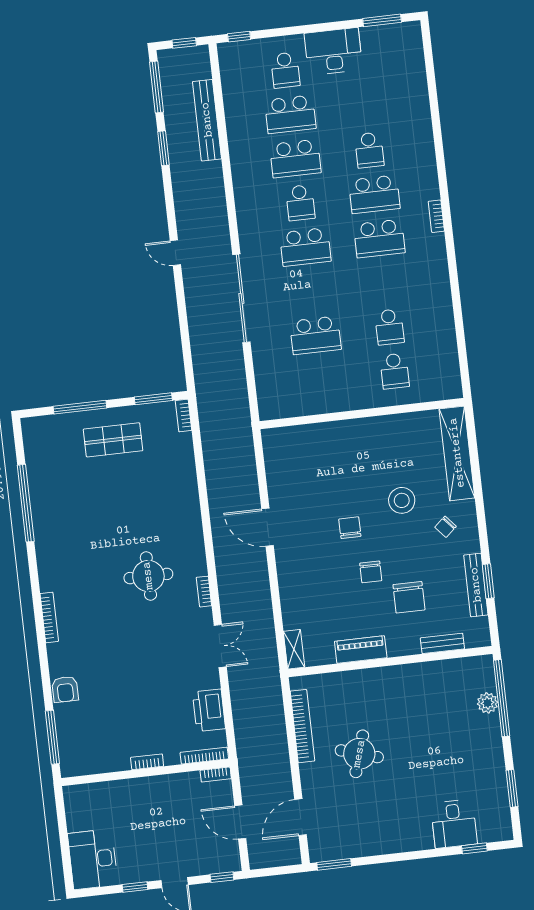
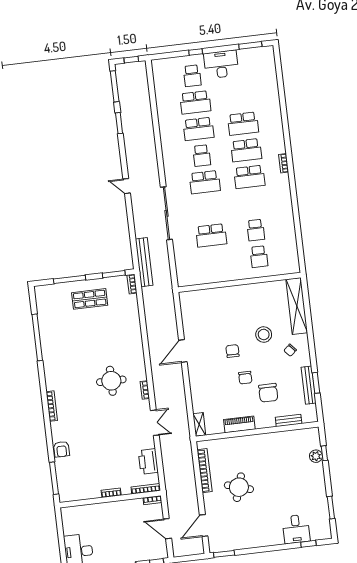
window: (239, 37) -> (196, 52), moved
bench: (207, 120) -> (144, 262), moved
school desk: (369, 150) -> (243, 124), width x1.85
door: (267, 527) -> (183, 351), hinge flipped
window: (502, 698) -> (324, 453), width x0.32

